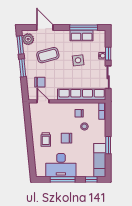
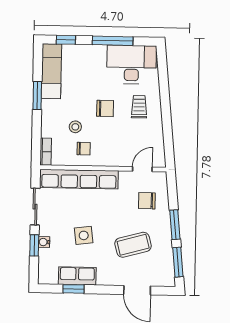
window: (84, 27) -> (73, 289), width x0.46
plant: (28, 39) -> (165, 272), removed
door: (43, 101) -> (142, 169), swing flipped
desk: (61, 165) -> (132, 65), moved

